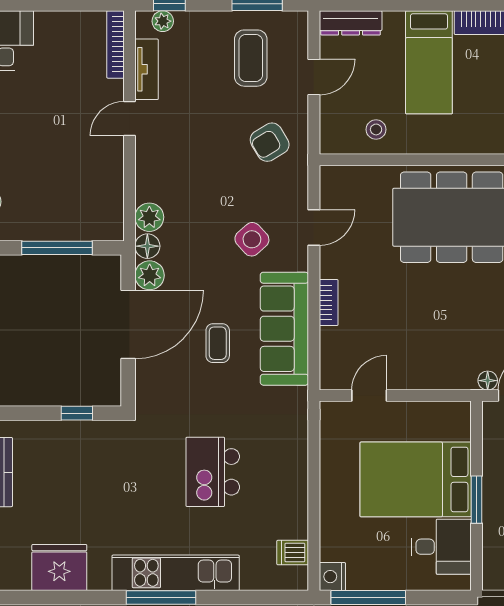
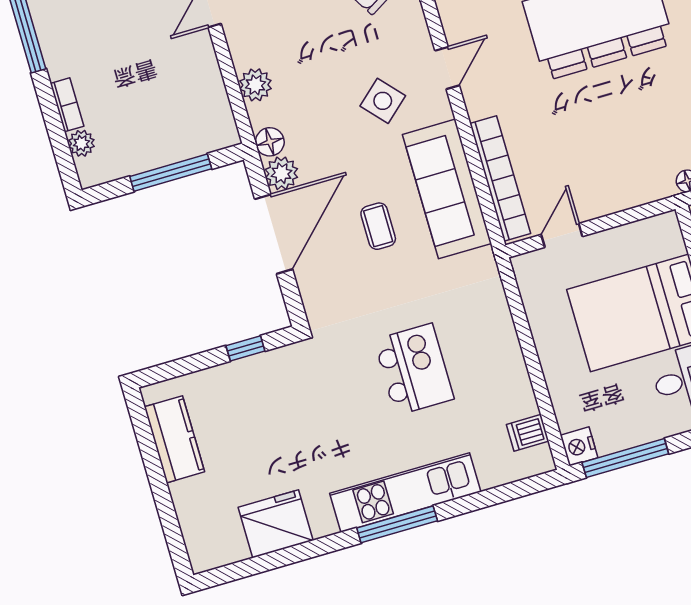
plant: (149, 217) -> (255, 85), moved
bookcase: (329, 303) -> (500, 179), width x2.31, depth x1.31
kitchen island: (213, 472) -> (414, 369), turned 180

